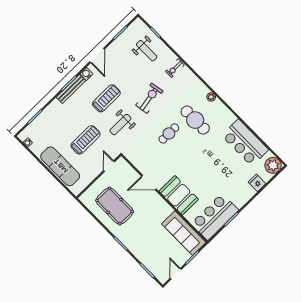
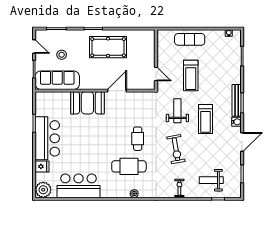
door: (97, 56) -> (242, 142), swing flipped
exercise mat: (60, 166) -> (190, 39), width x0.73, depth x0.69
pool table: (115, 206) -> (108, 47), moved
bar counter: (215, 217) -> (47, 138), moved
stool: (162, 248) -> (62, 55), added

